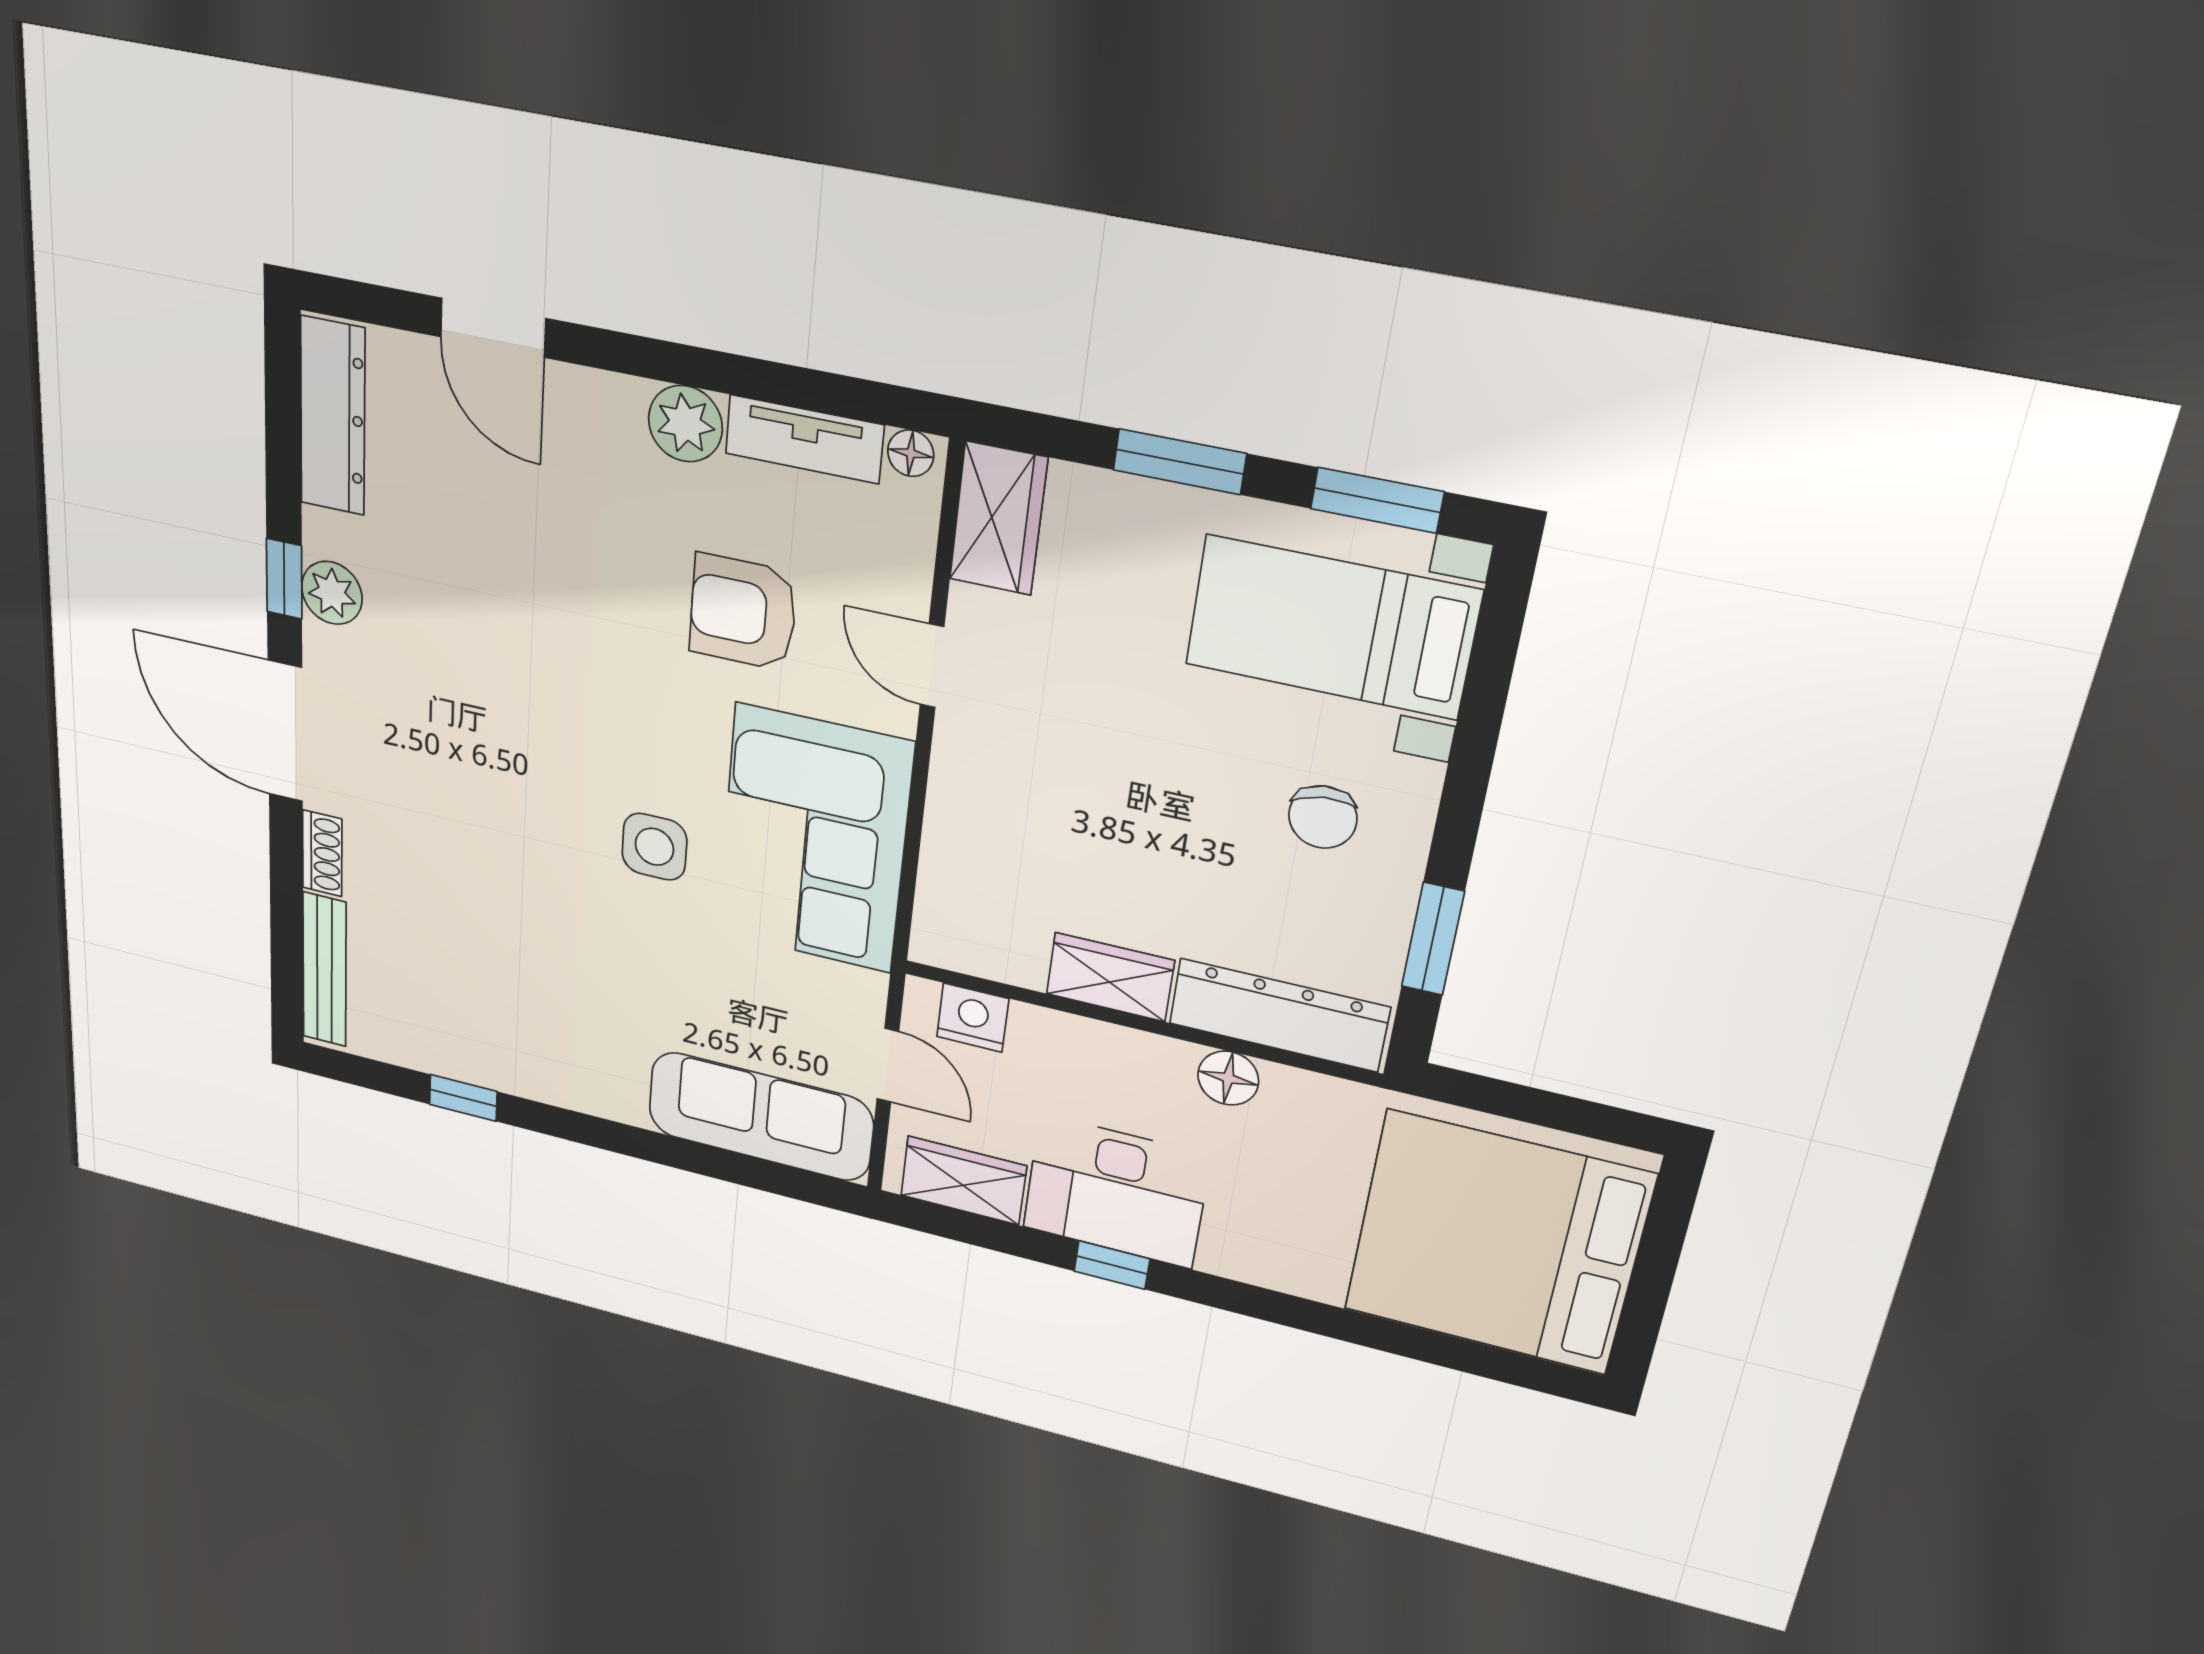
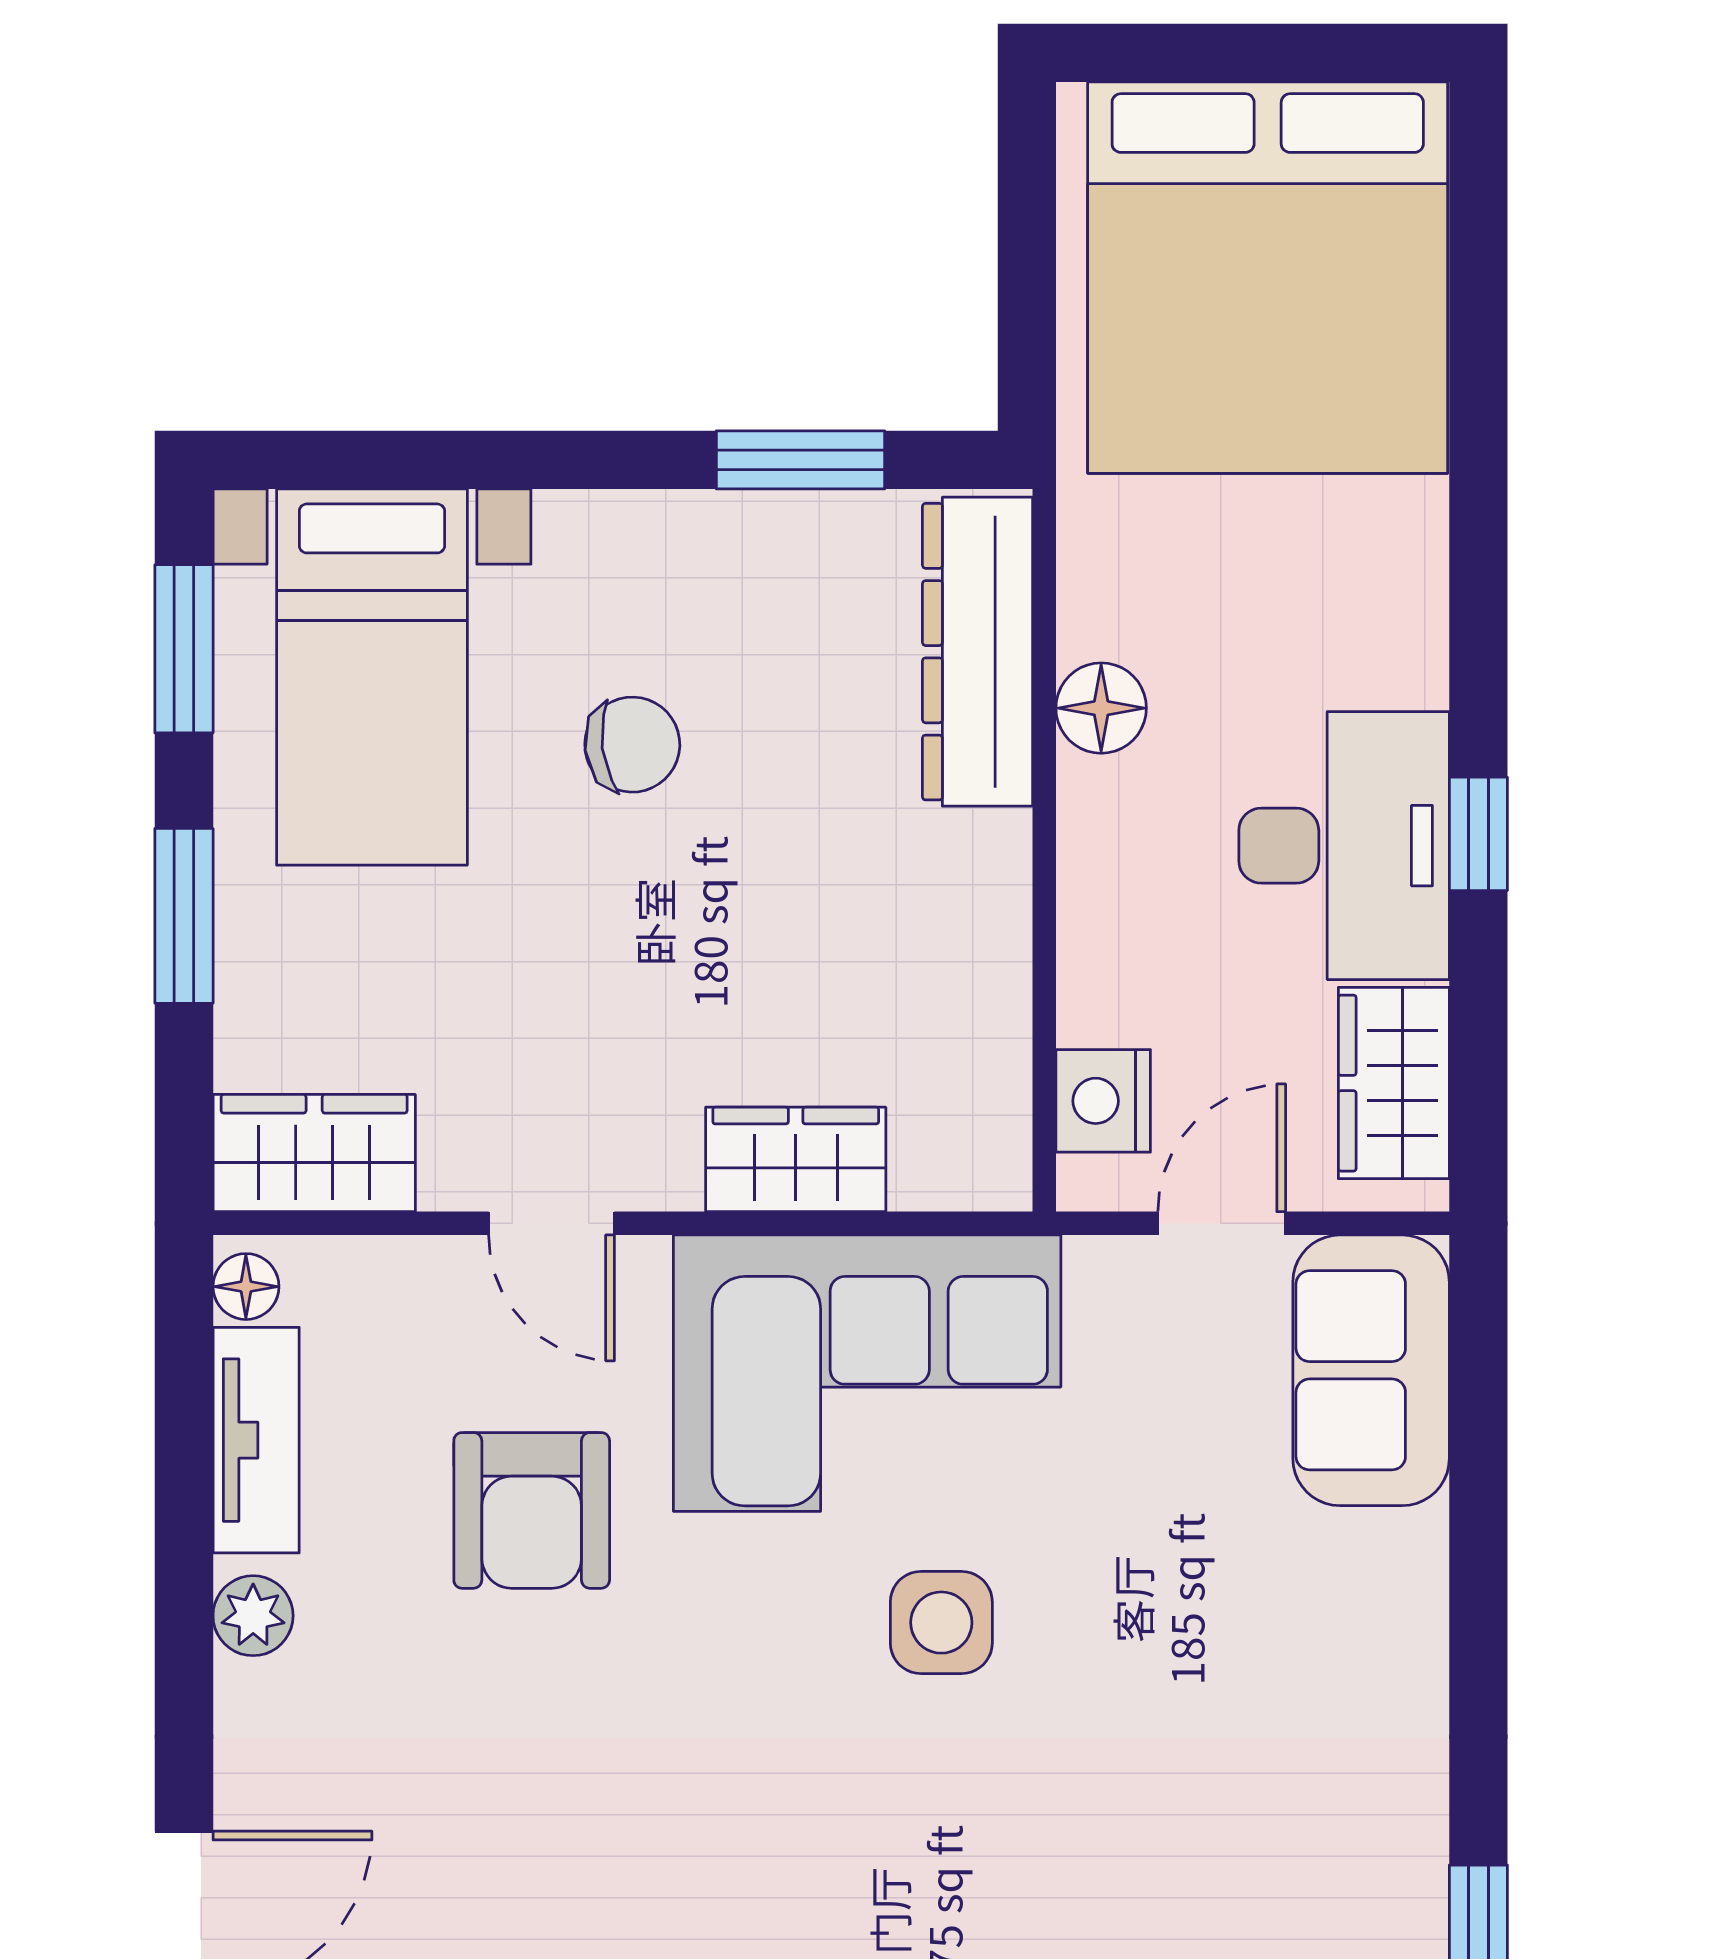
plant: (685, 424) -> (253, 1616), width x0.73, depth x0.73
door: (932, 666) -> (551, 1223), hinge flipped
chair: (1323, 817) -> (632, 745), moved
wardrobe: (1110, 977) -> (796, 1159), moved, turned 90
sofa: (760, 1117) -> (1371, 1370), width x0.73

